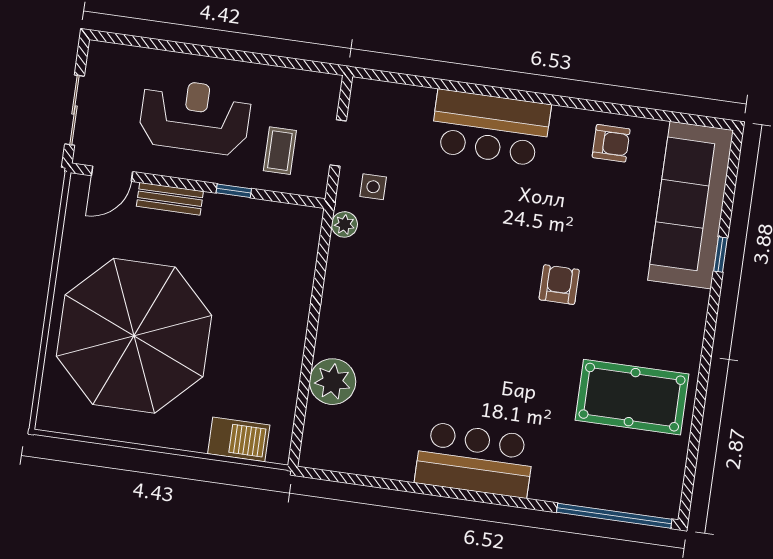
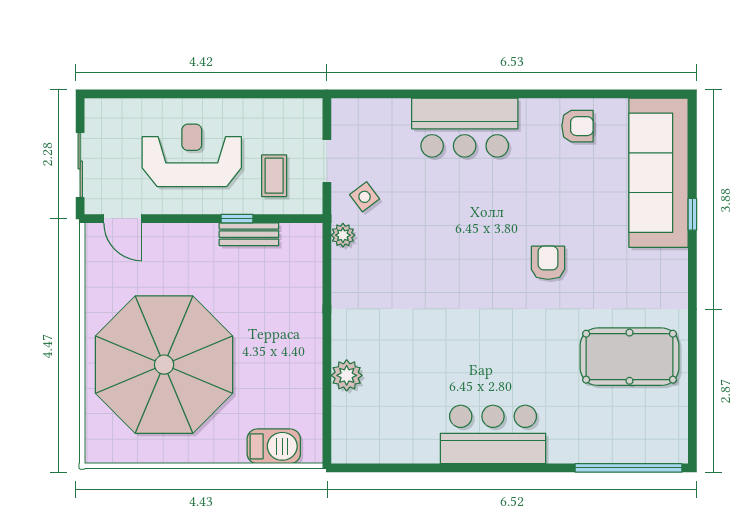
door: (112, 174) -> (123, 219), hinge flipped
side table: (373, 187) -> (364, 197), turned -37
bench: (170, 199) -> (249, 234), moved
plant: (333, 382) -> (347, 375), width x0.73, depth x0.73

